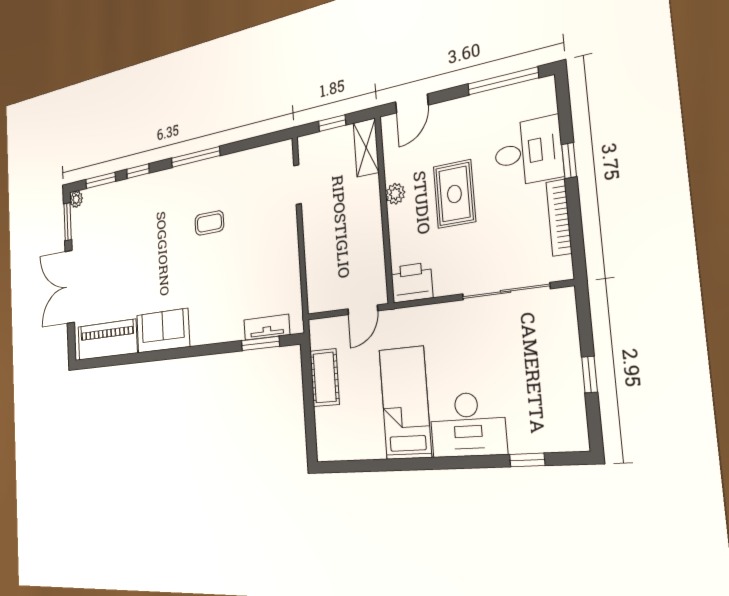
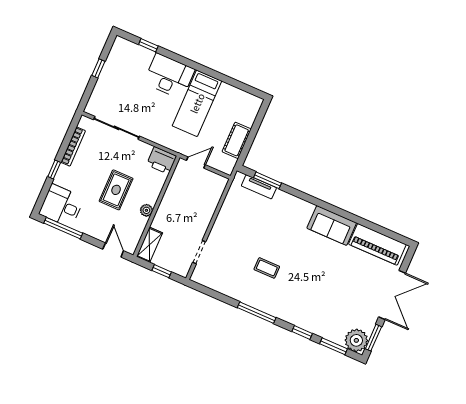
door: (412, 104) -> (113, 250), hinge flipped
desk: (528, 152) -> (62, 206), moved
plant: (76, 199) -> (356, 340), width x1.88, depth x1.88

